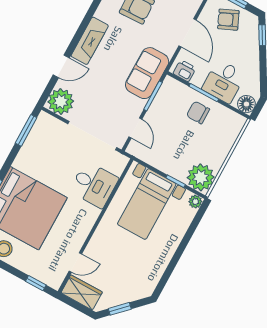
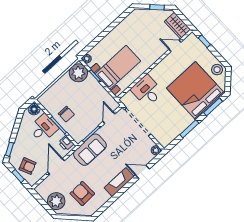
plant: (61, 101) -> (156, 150), width x0.53, depth x0.53
window: (26, 130) -> (189, 129), moved

